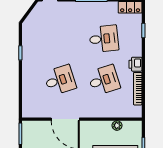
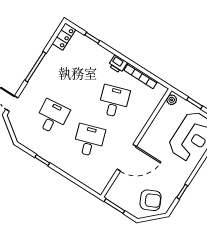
desk: (104, 39) -> (52, 117), moved
plant: (117, 125) -> (172, 100), moved

